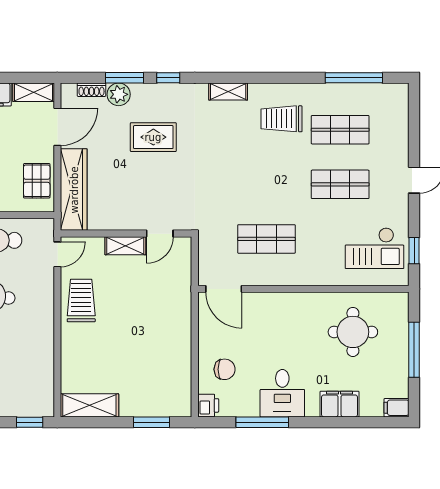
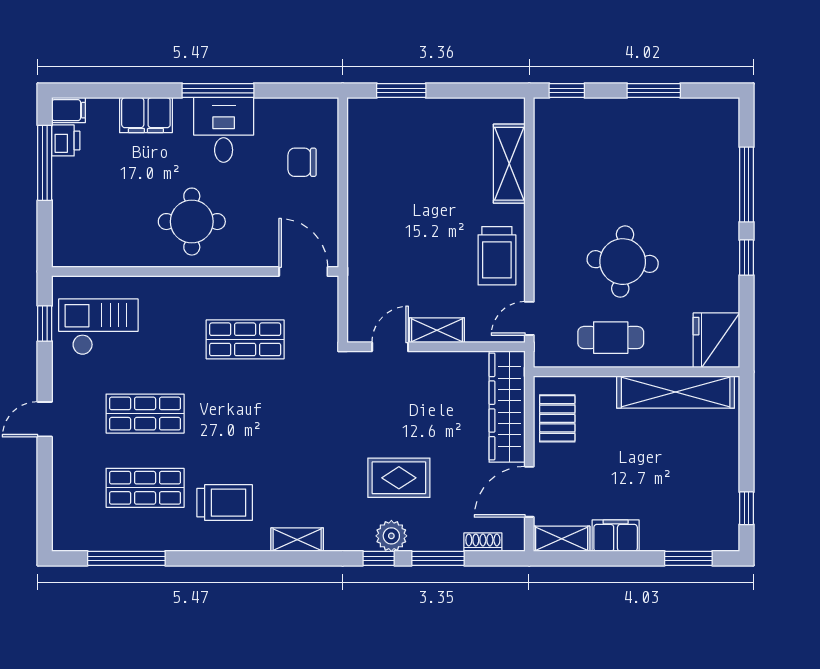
plant: (119, 94) -> (391, 536), moved
round table: (353, 332) -> (192, 222), moved
window: (414, 350) -> (45, 163), moved
shelving: (89, 405) -> (509, 164), moved, turned 90
printer: (208, 405) -> (66, 140), moved, turned 180
window: (262, 422) -> (218, 91), moved

